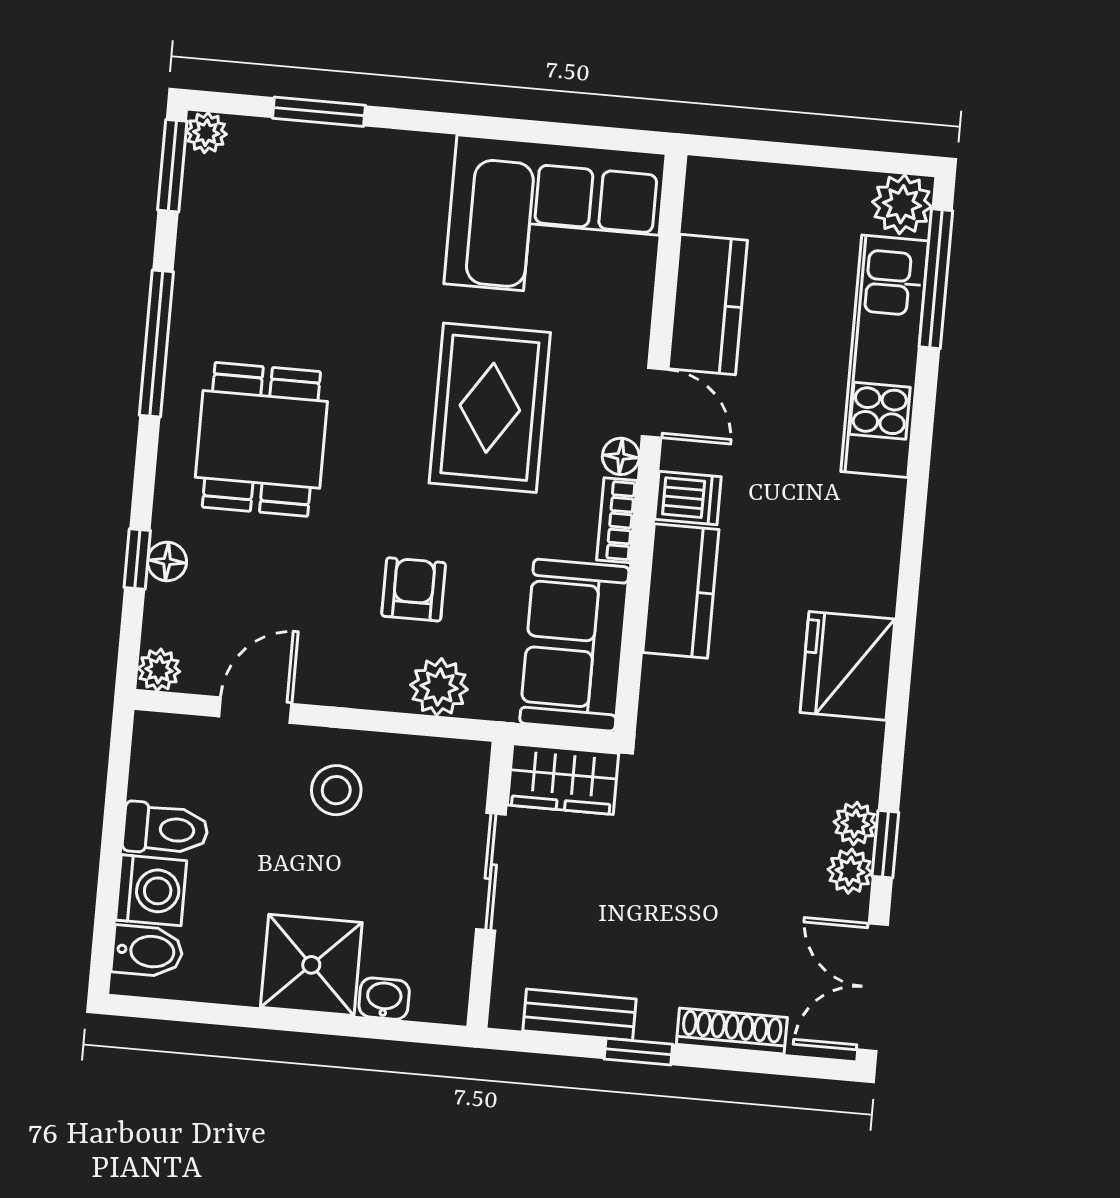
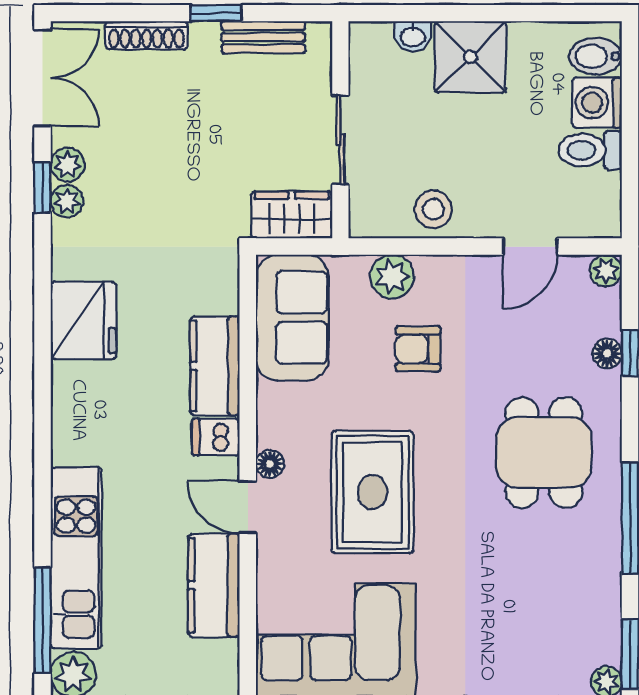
bookcase: (617, 520) -> (268, 415), removed
armchair: (414, 589) -> (418, 349), turned 90
stool: (336, 790) -> (433, 209), moved

